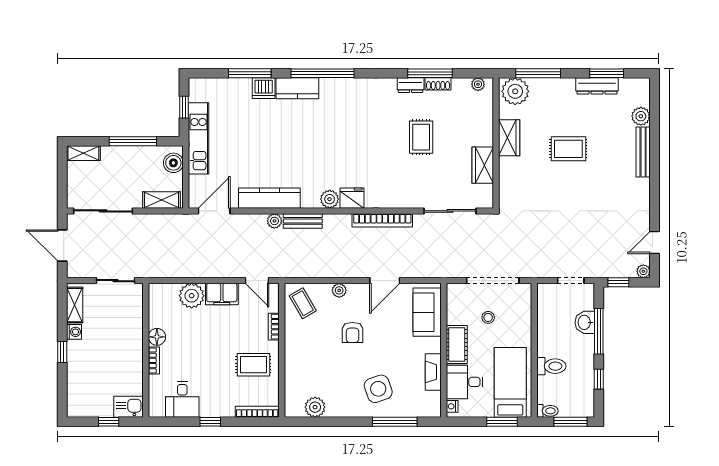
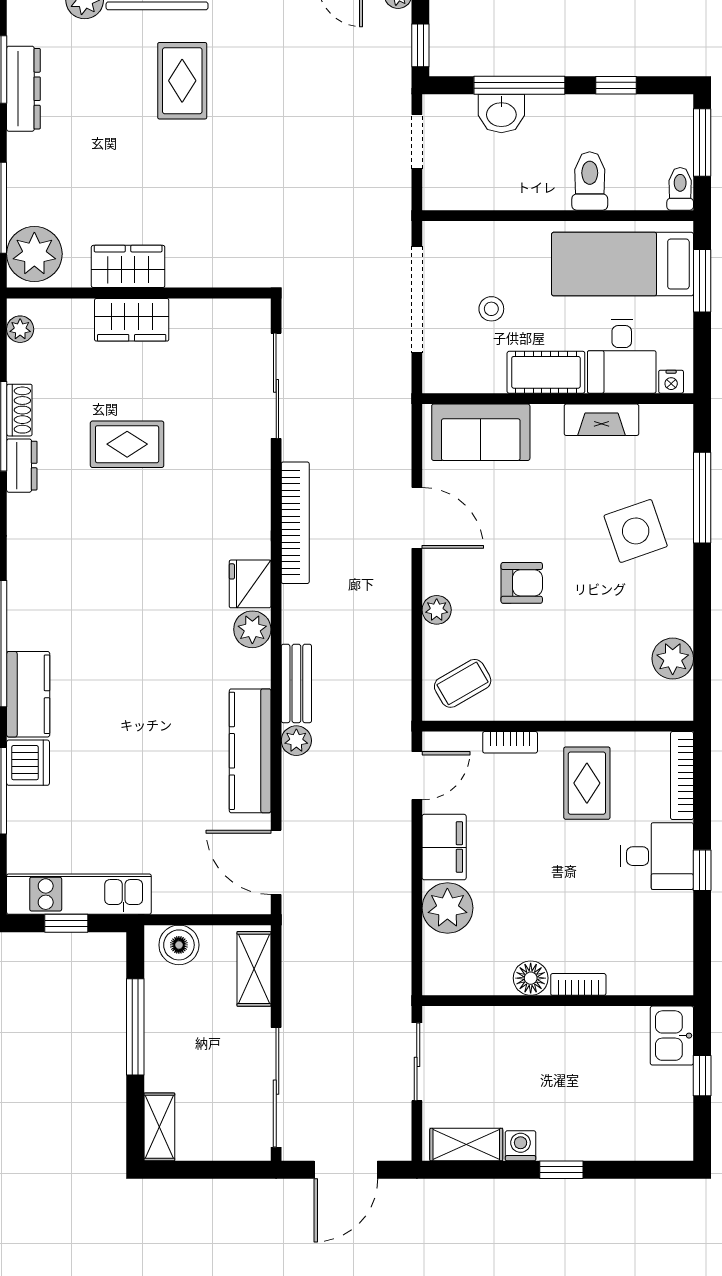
kitchen unit: (199, 138) -> (79, 894), moved
rug: (568, 149) -> (182, 81), moved
wardrobe: (483, 165) -> (132, 320), moved
desk: (182, 399) -> (657, 856), moved

